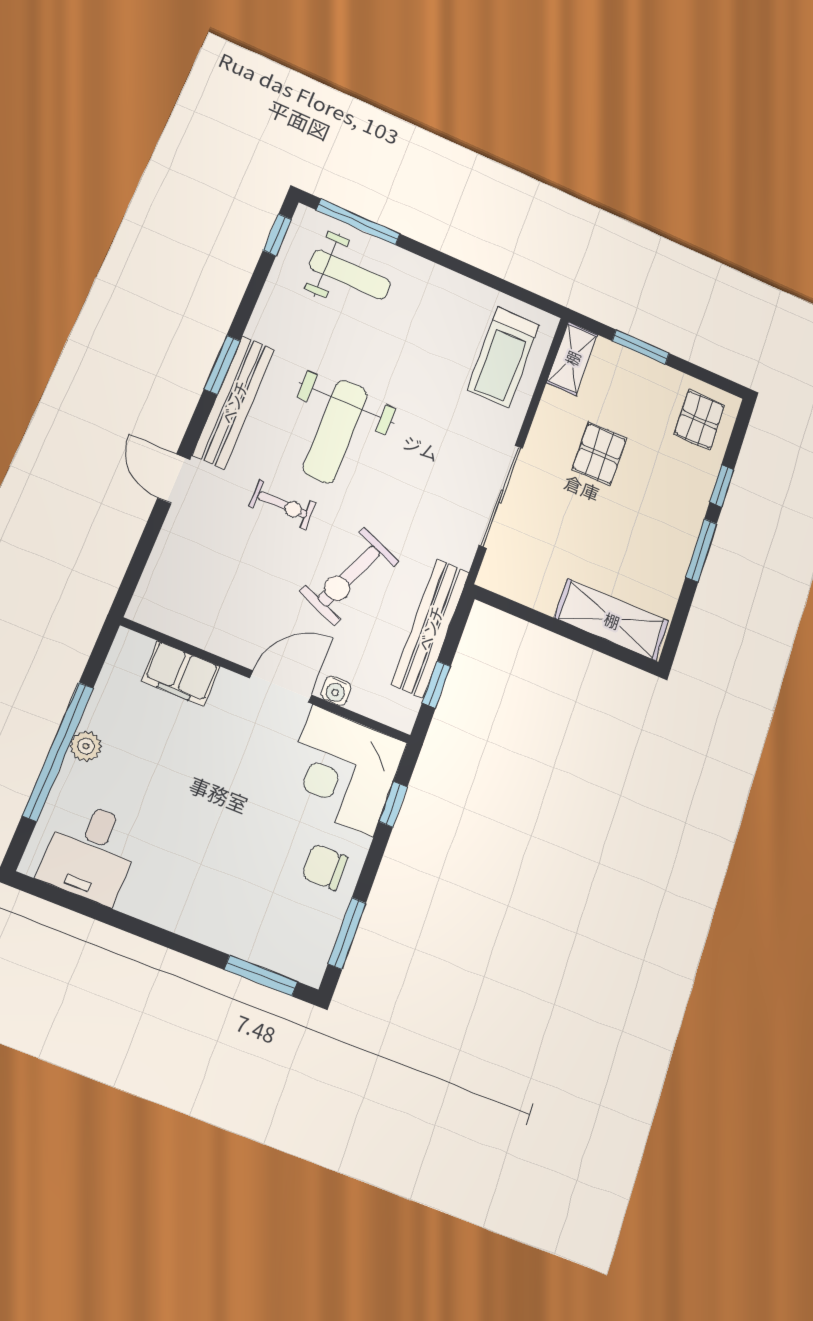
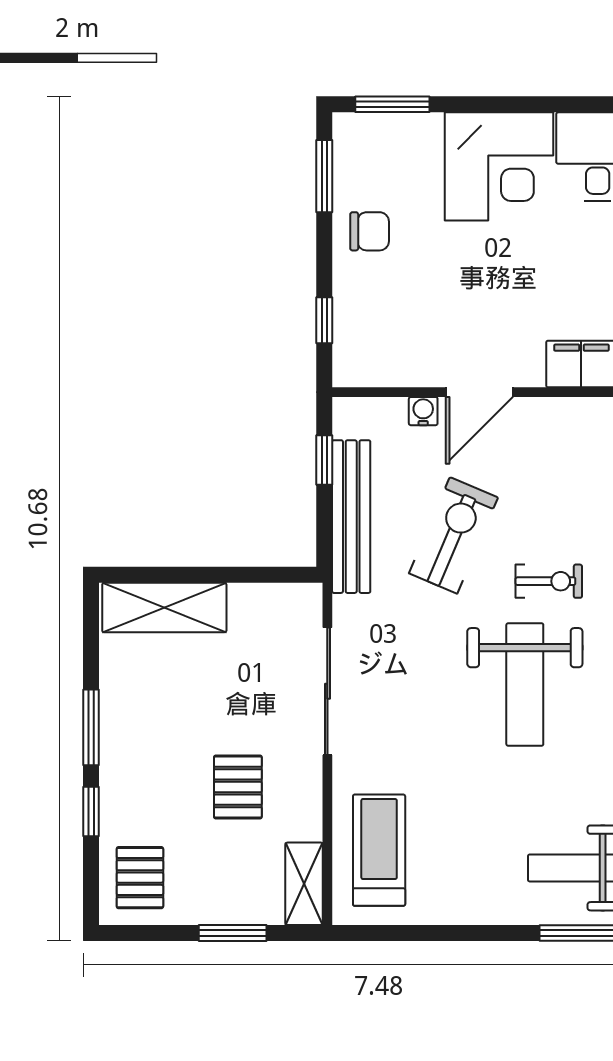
weight bench: (335, 431) -> (525, 685), turned 180
exercise bike: (282, 505) -> (549, 581), turned 180
corner desk: (343, 771) -> (499, 166), moved, turned 90

